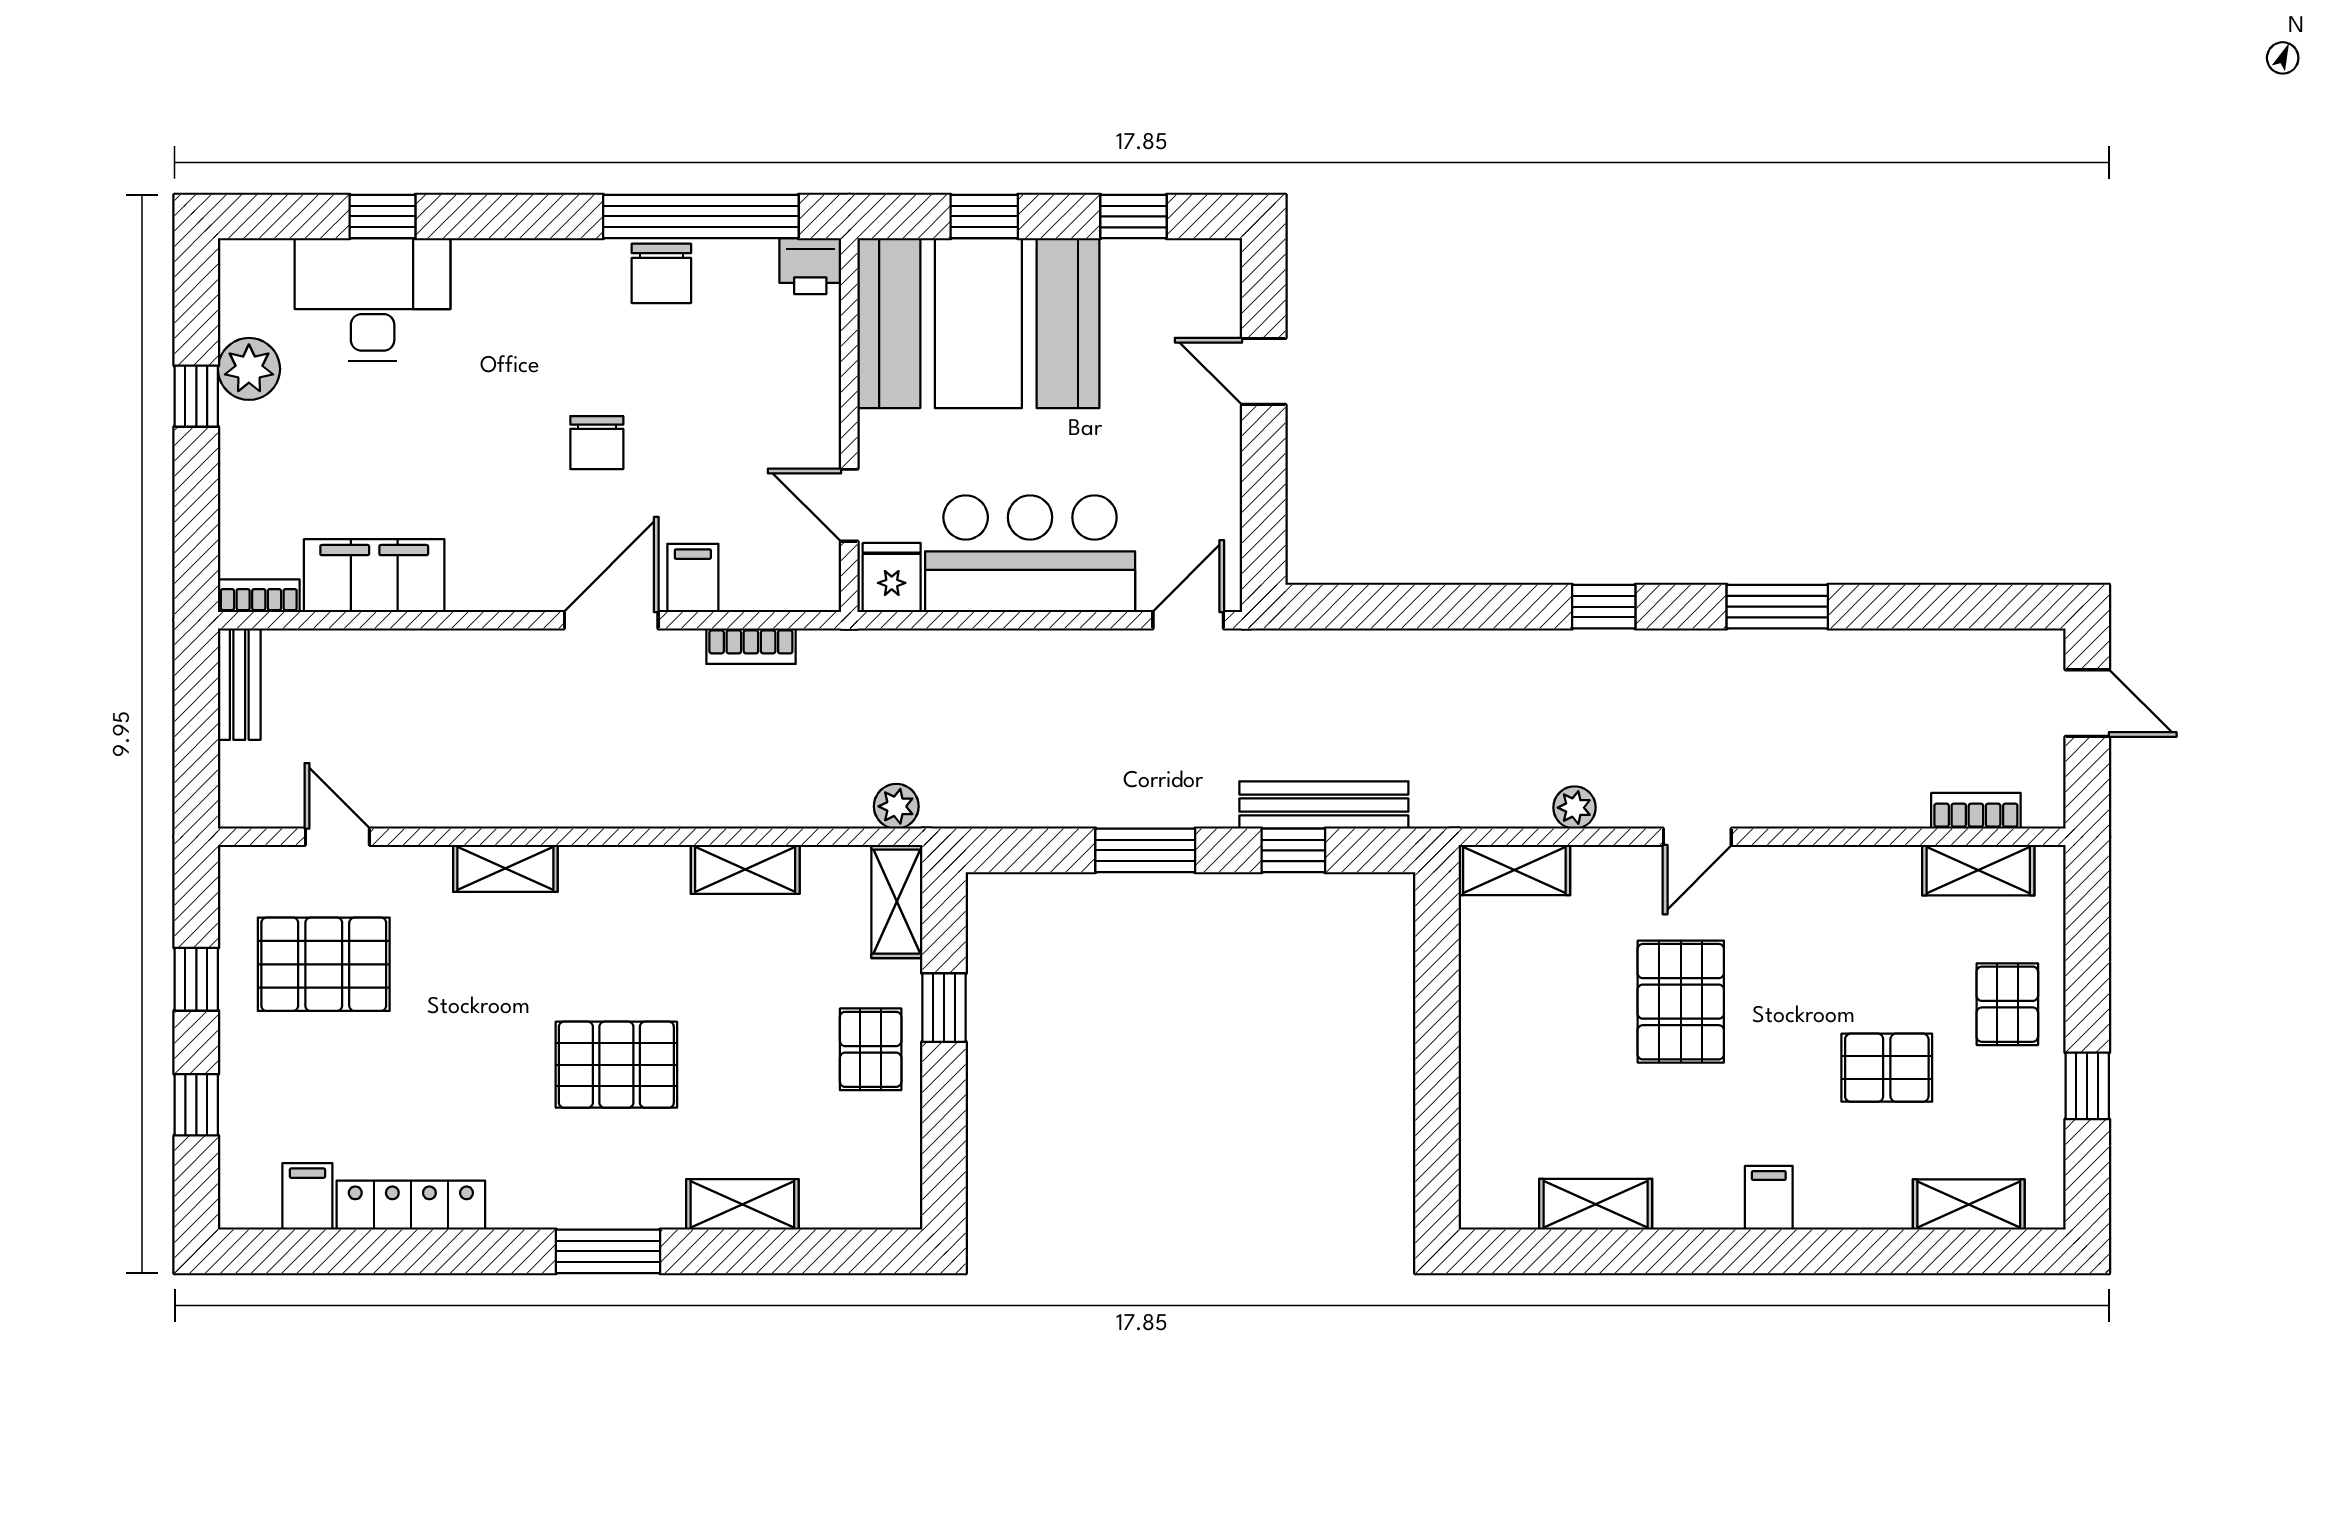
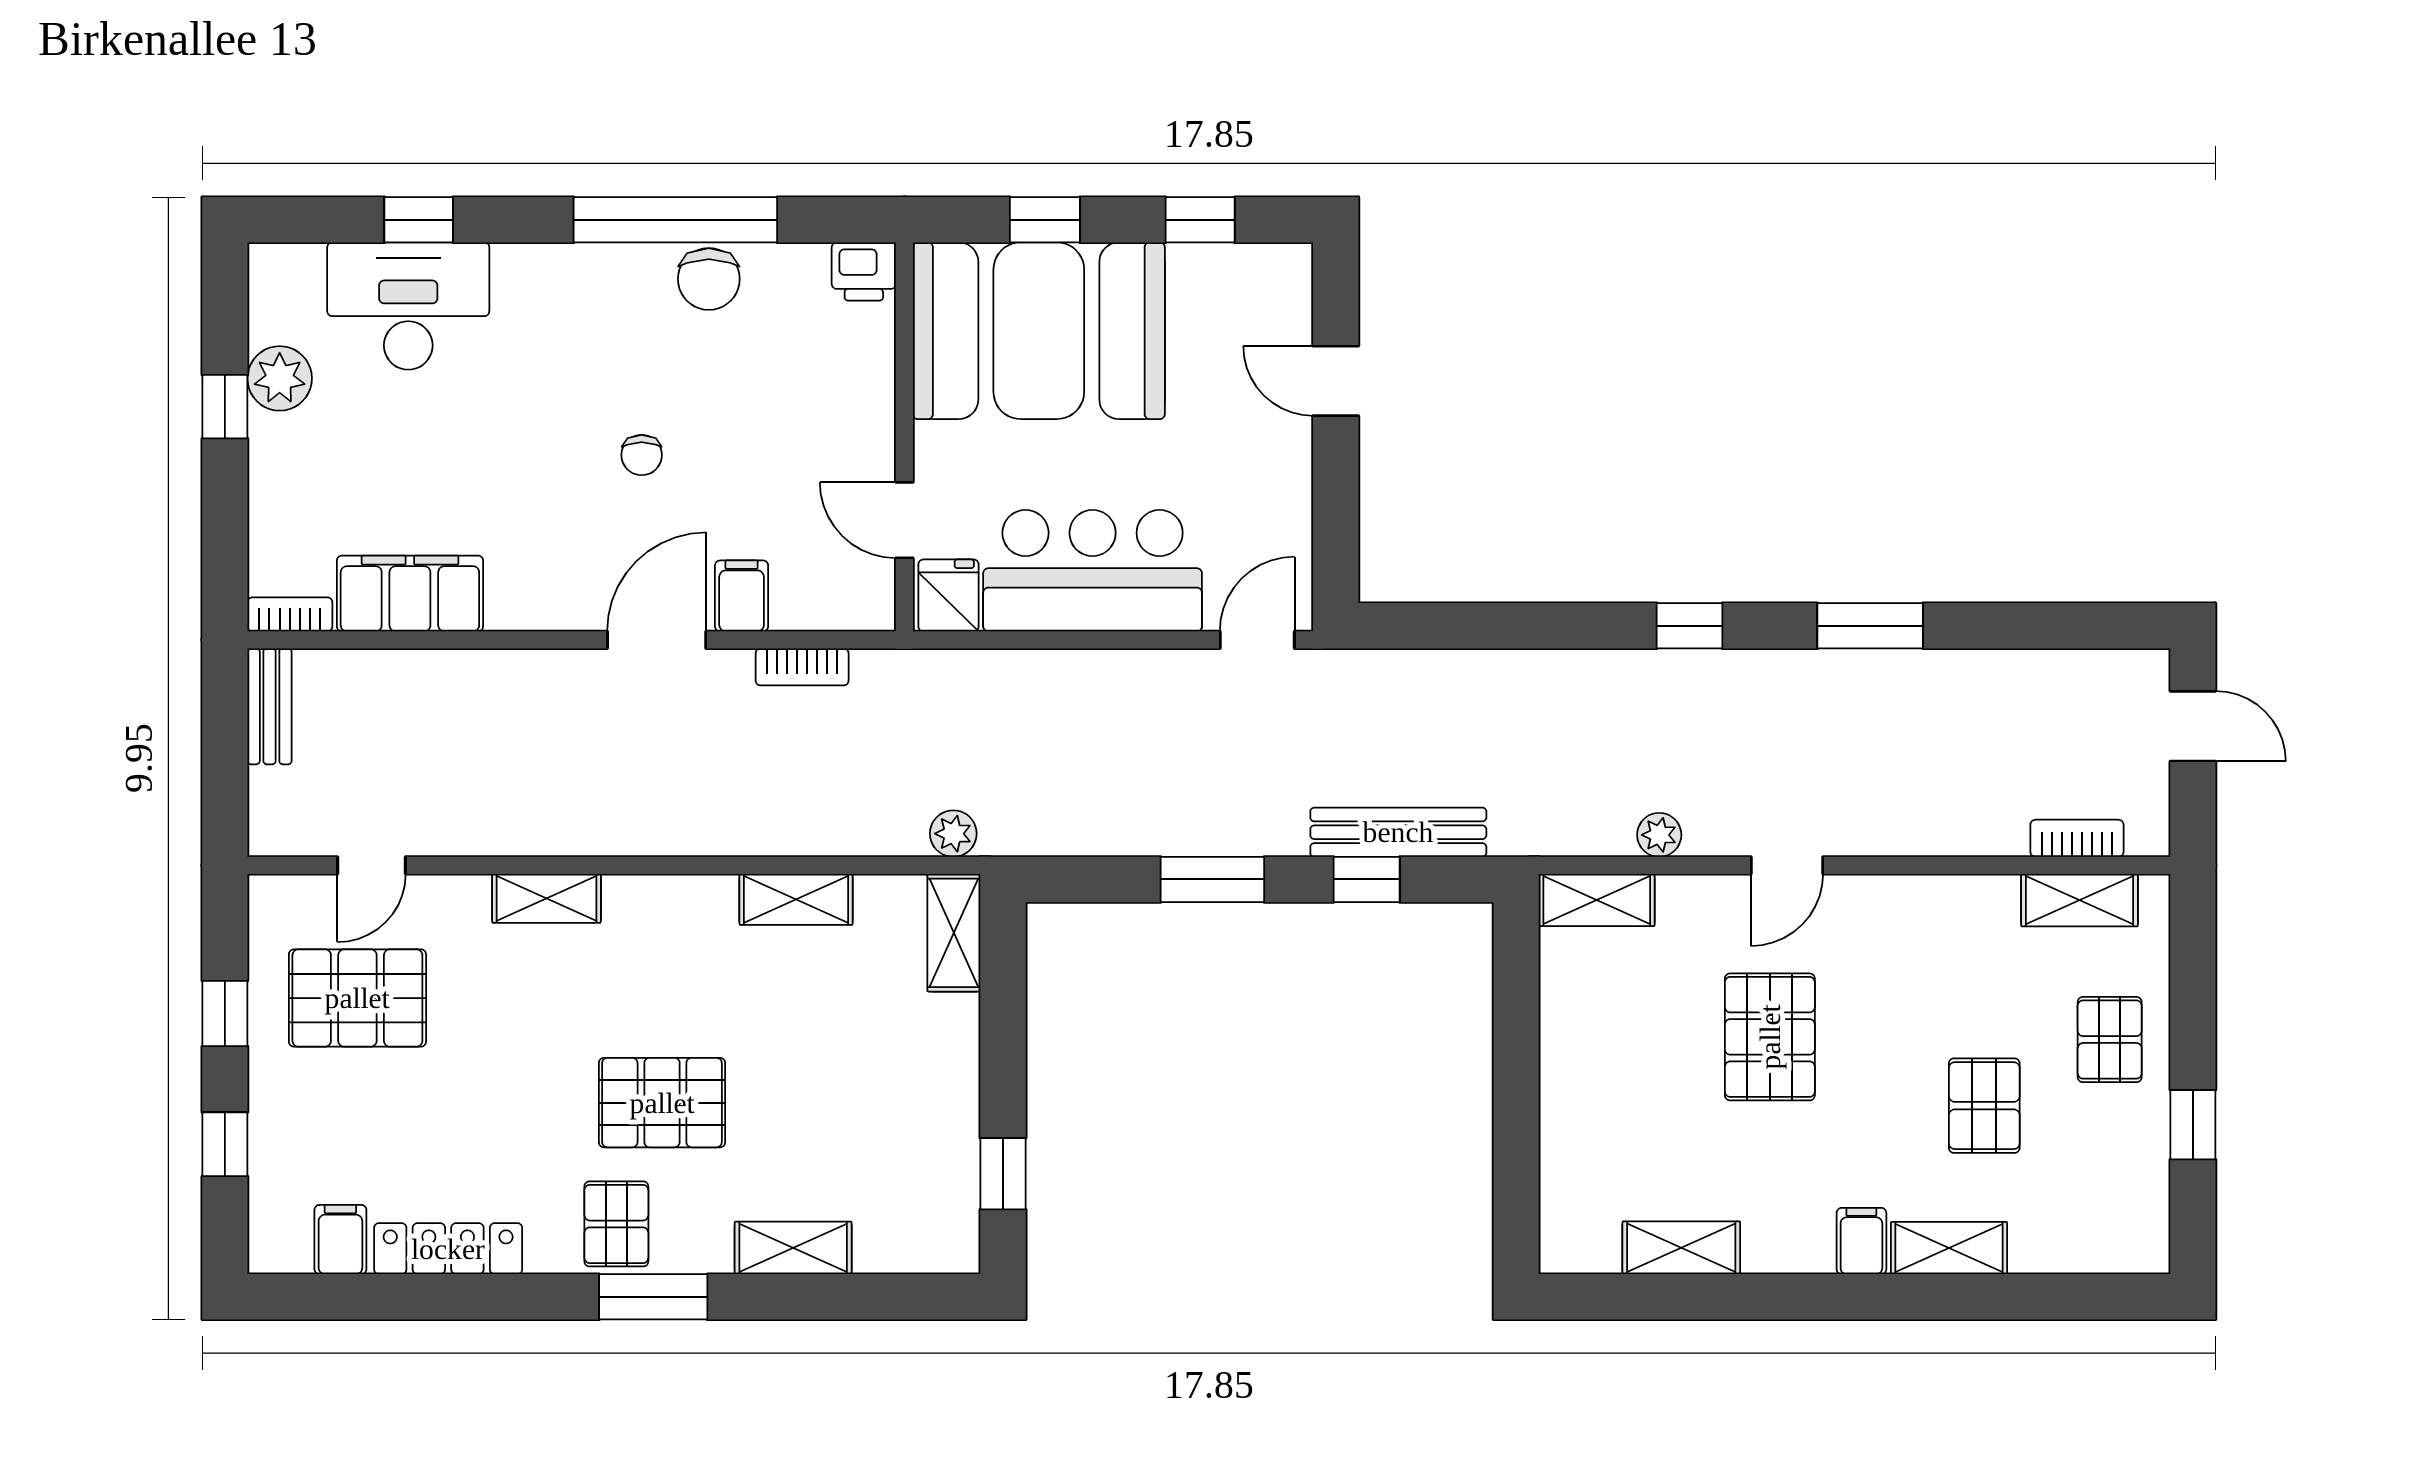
window: (701, 216) -> (675, 220), moved
chair: (597, 443) -> (642, 455), width x0.73, depth x0.73
door: (337, 837) -> (372, 865), swing flipped
window: (944, 1008) -> (1003, 1174), moved
pallet: (871, 1049) -> (616, 1224), moved
pallet: (1887, 1068) -> (1984, 1106), turned 90
shelving: (1969, 1205) -> (1949, 1248), moved

